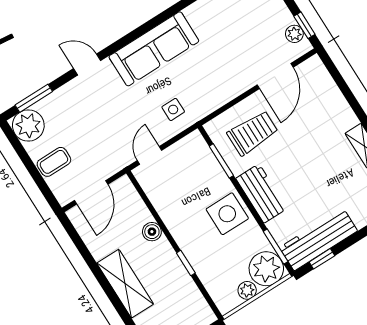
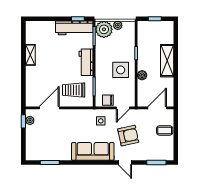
armchair: (111, 114) -> (128, 136), added
plant: (28, 126) -> (166, 153), removed
chair: (184, 152) -> (108, 100), added
side table: (227, 214) -> (121, 70), moved

